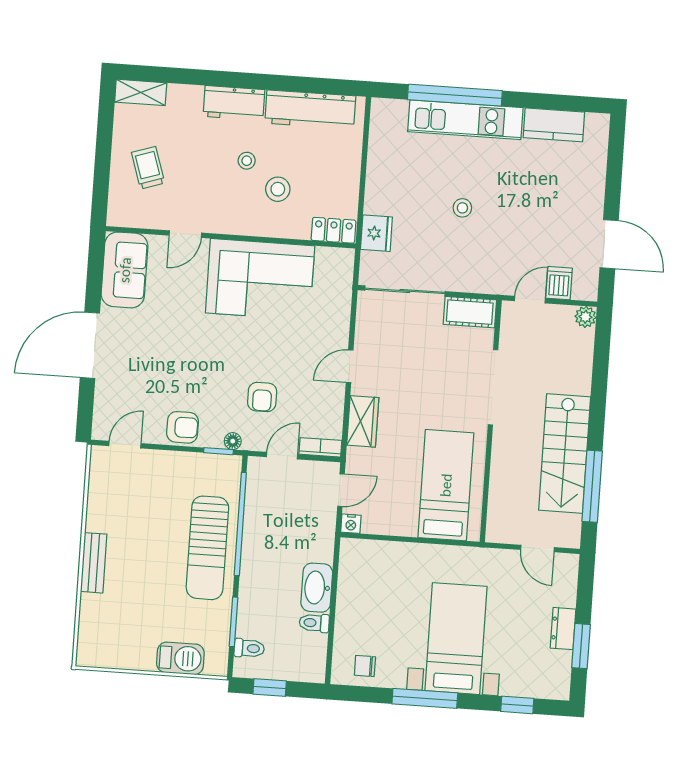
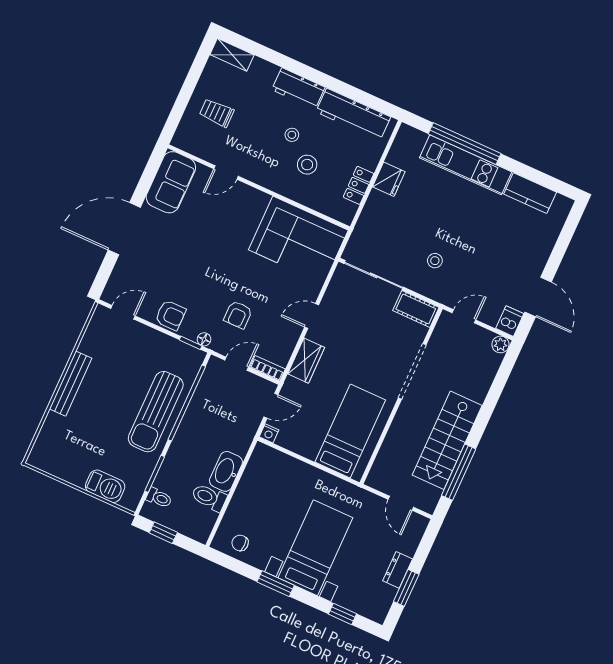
trolley: (148, 168) -> (217, 113), turned -72
stool: (462, 208) -> (435, 261), moved
locker: (334, 230) -> (359, 185), moved, turned -90
fridge: (376, 233) -> (389, 179), moved
corner sofa: (260, 279) -> (298, 240), moved
dishwasher: (559, 283) -> (510, 321), moved
bench: (94, 563) -> (71, 384), width x1.36
toilet: (314, 623) -> (209, 497), width x1.37, depth x1.39
window: (425, 698) -> (276, 584), width x0.69

